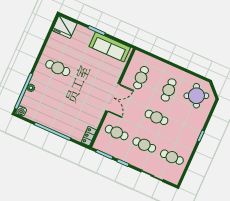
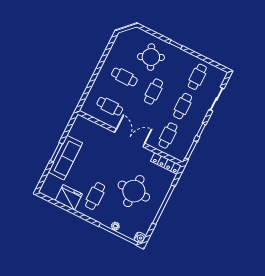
fridge: (65, 27) -> (69, 197), moved, turned -90
sofa: (110, 47) -> (65, 158), moved
round table: (196, 96) -> (151, 57), moved
round table: (64, 103) -> (134, 191), added
locker: (89, 136) -> (166, 163), width x1.53

